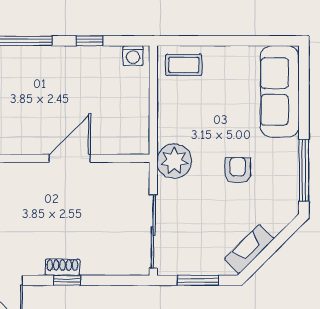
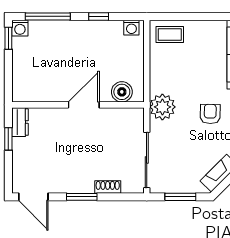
boiler: (120, 141) -> (122, 92), added
shoe rack: (62, 267) -> (108, 187), moved
window: (67, 280) -> (82, 197), width x1.50

